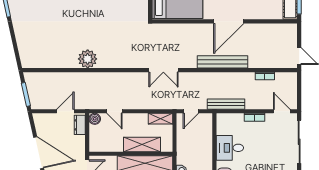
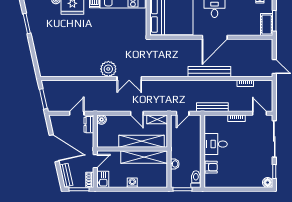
plant: (88, 59) -> (108, 69), moved
double door: (163, 70) -> (129, 78), moved
door: (114, 111) -> (137, 113), moved
shelving: (142, 144) -> (141, 141), width x1.47

